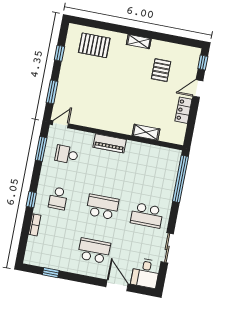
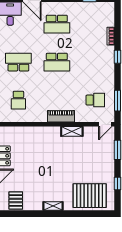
pallet: (94, 45) -> (90, 196), width x1.37, depth x1.41
pallet: (161, 70) -> (16, 201), moved
shelving: (146, 132) -> (72, 131), moved
school desk: (58, 198) -> (18, 100), moved, turned 180

